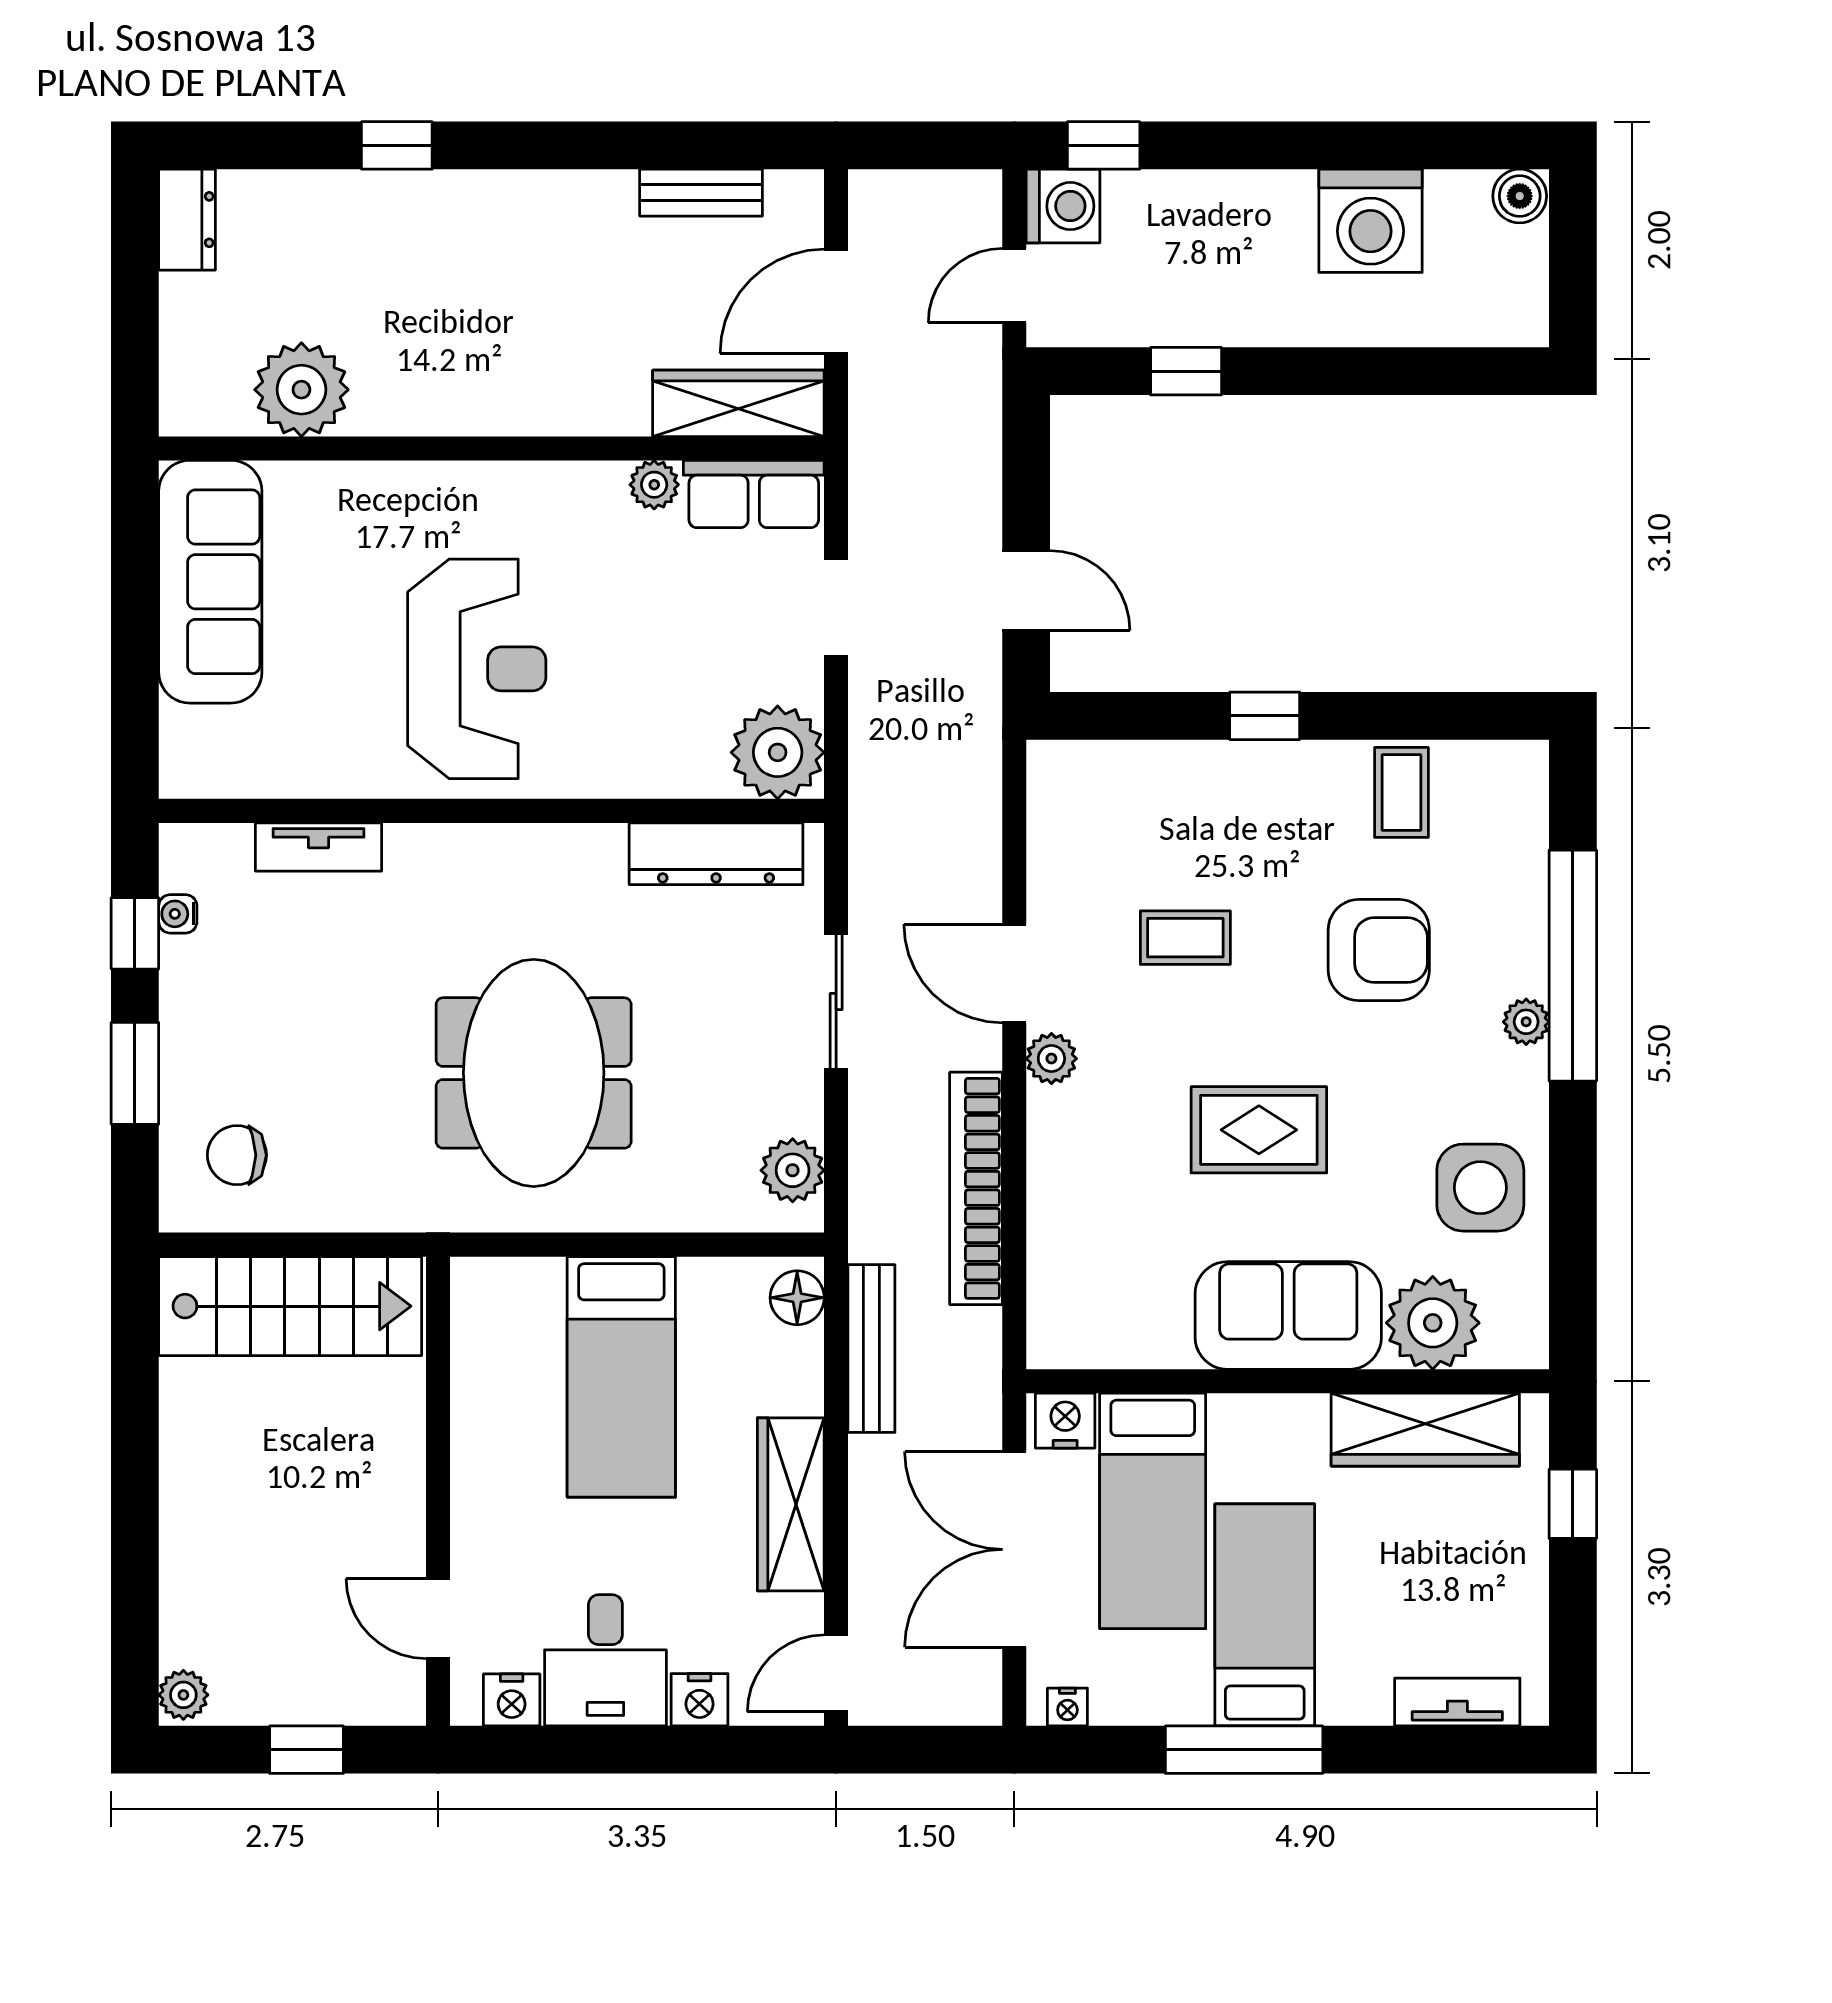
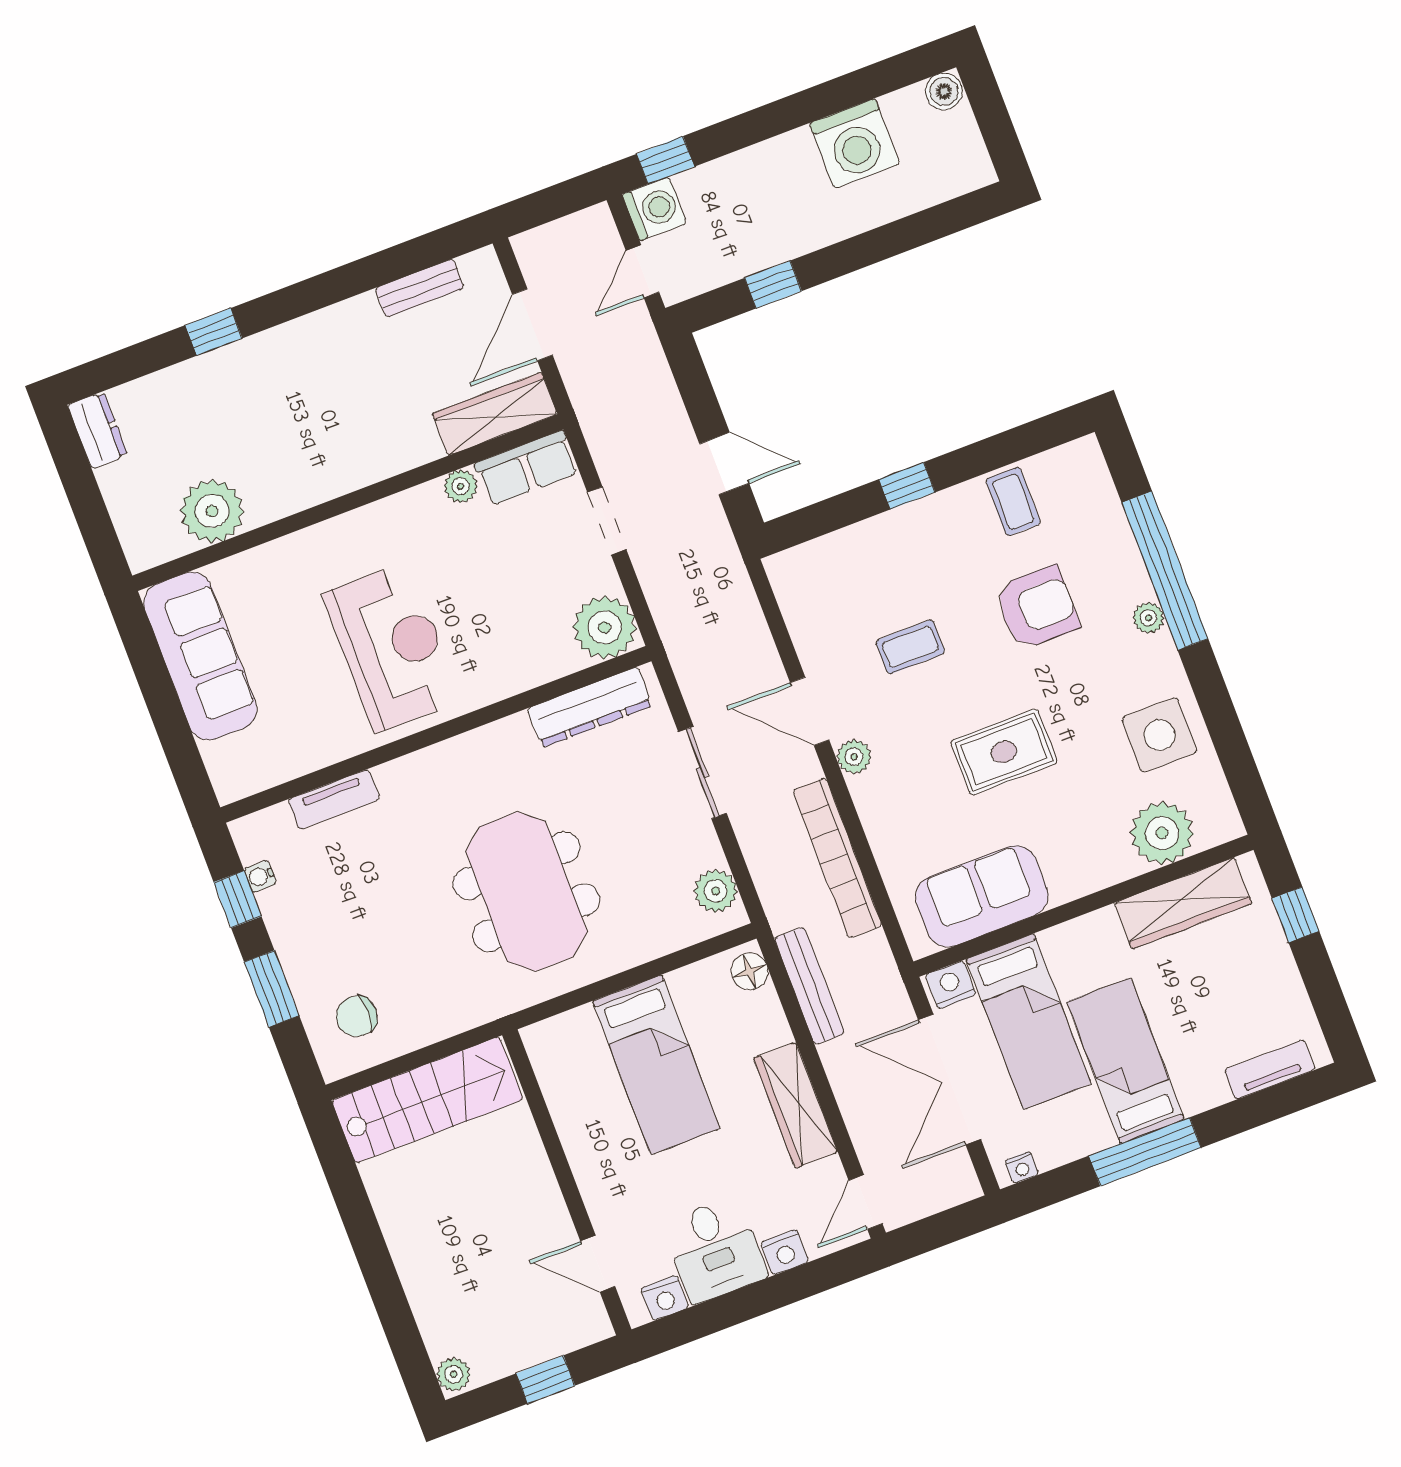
sofa: (1288, 1316) -> (982, 896), moved

